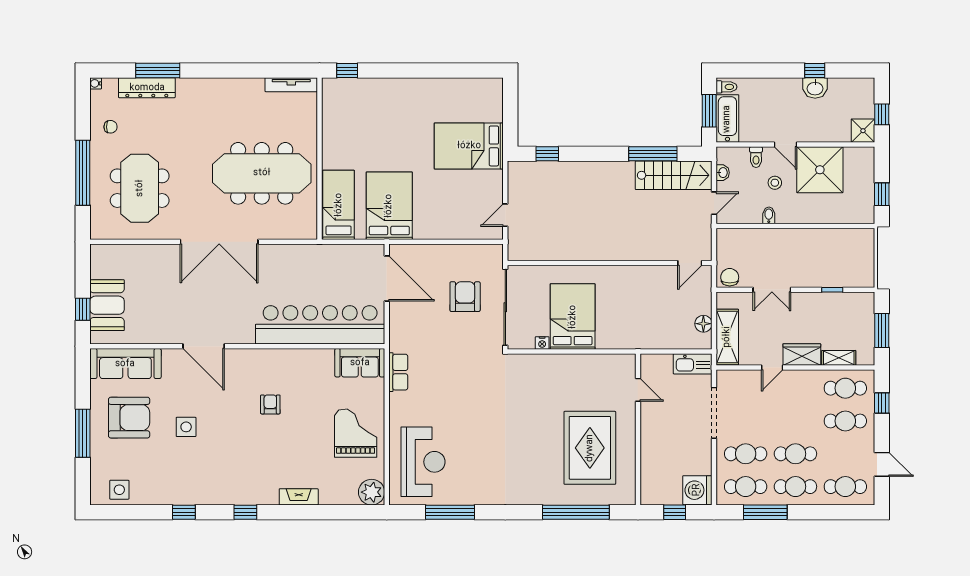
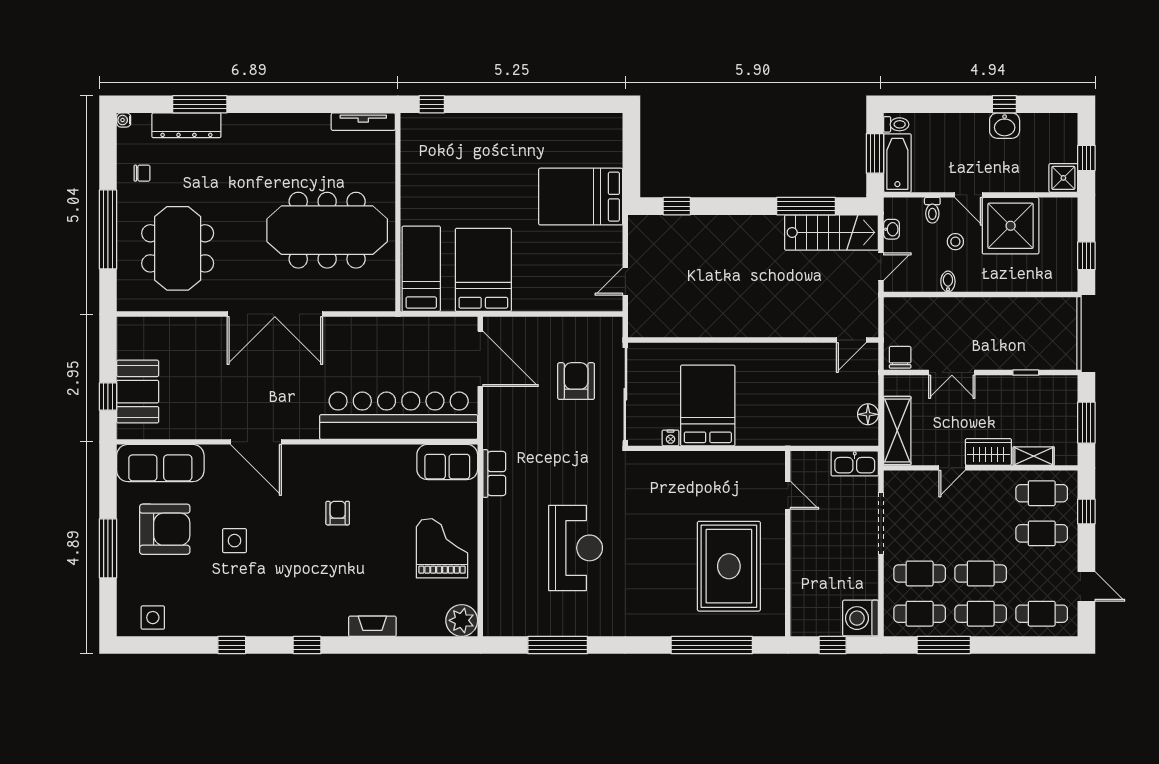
reception desk: (423, 462) -> (576, 548), moved

